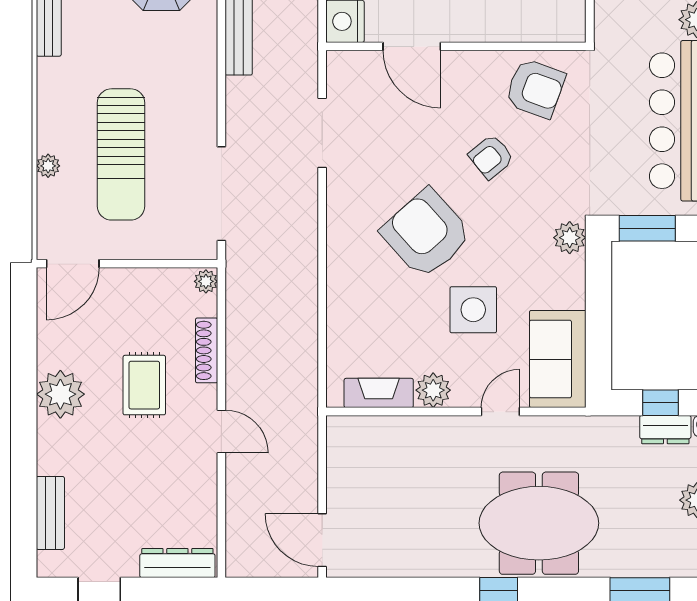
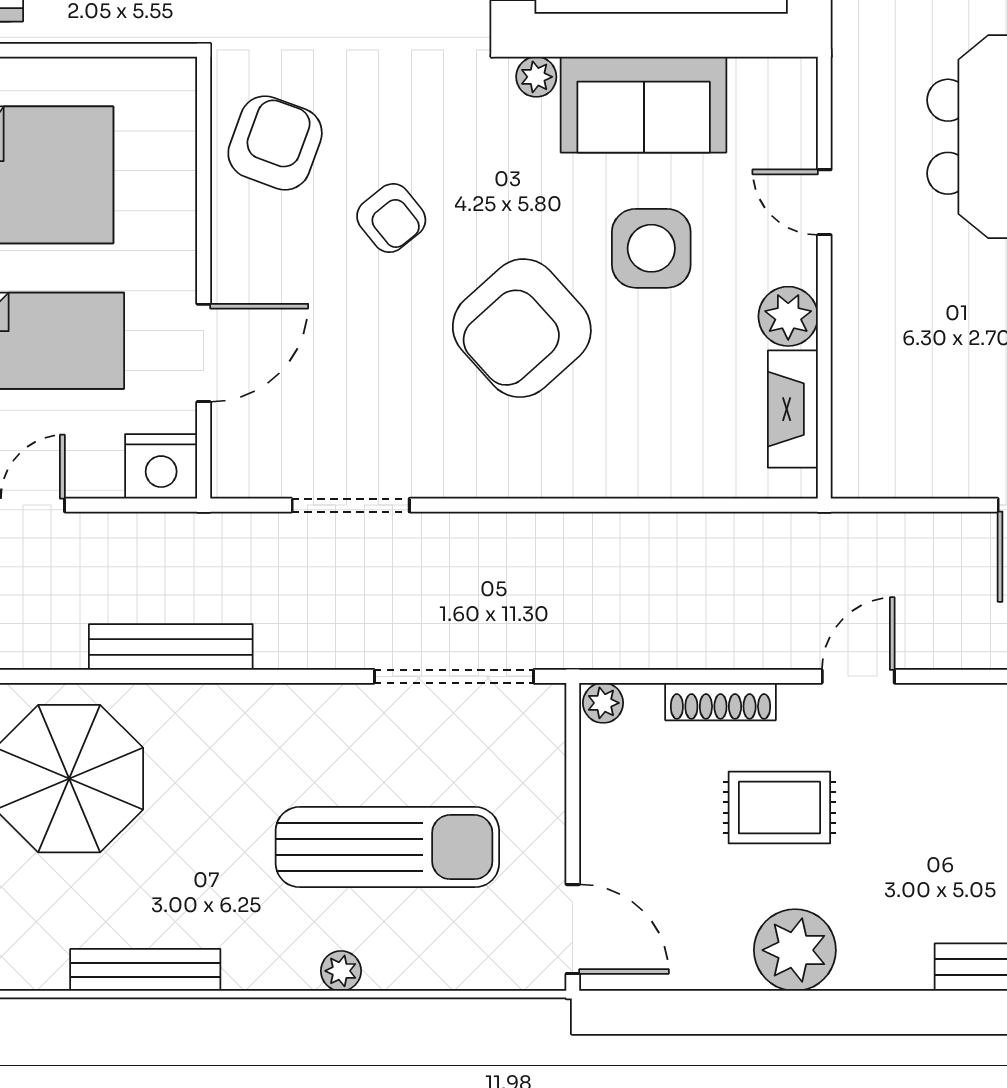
plant: (48, 166) -> (341, 971), moved
plant: (570, 238) -> (536, 77), width x0.73, depth x0.73
sofa: (558, 359) -> (644, 105), moved

